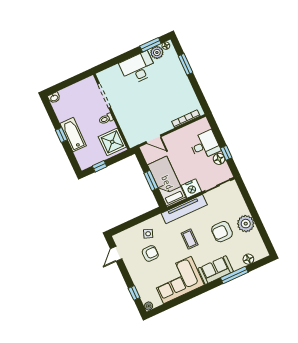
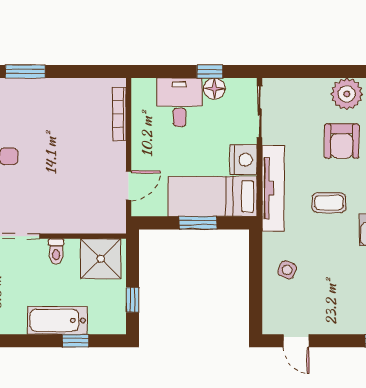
window: (61, 135) -> (75, 341), moved
armchair: (150, 253) -> (323, 282), removed

